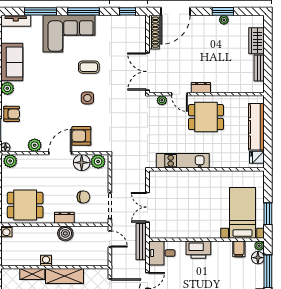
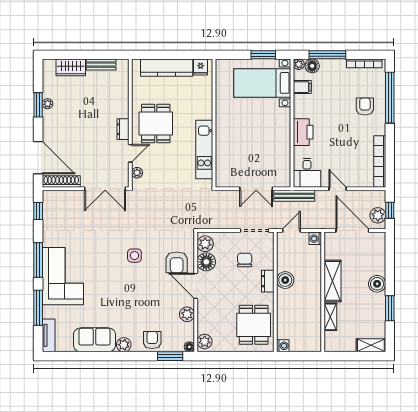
coffee table: (89, 67) -> (100, 254), removed
washing machine: (46, 260) -> (315, 239), moved

